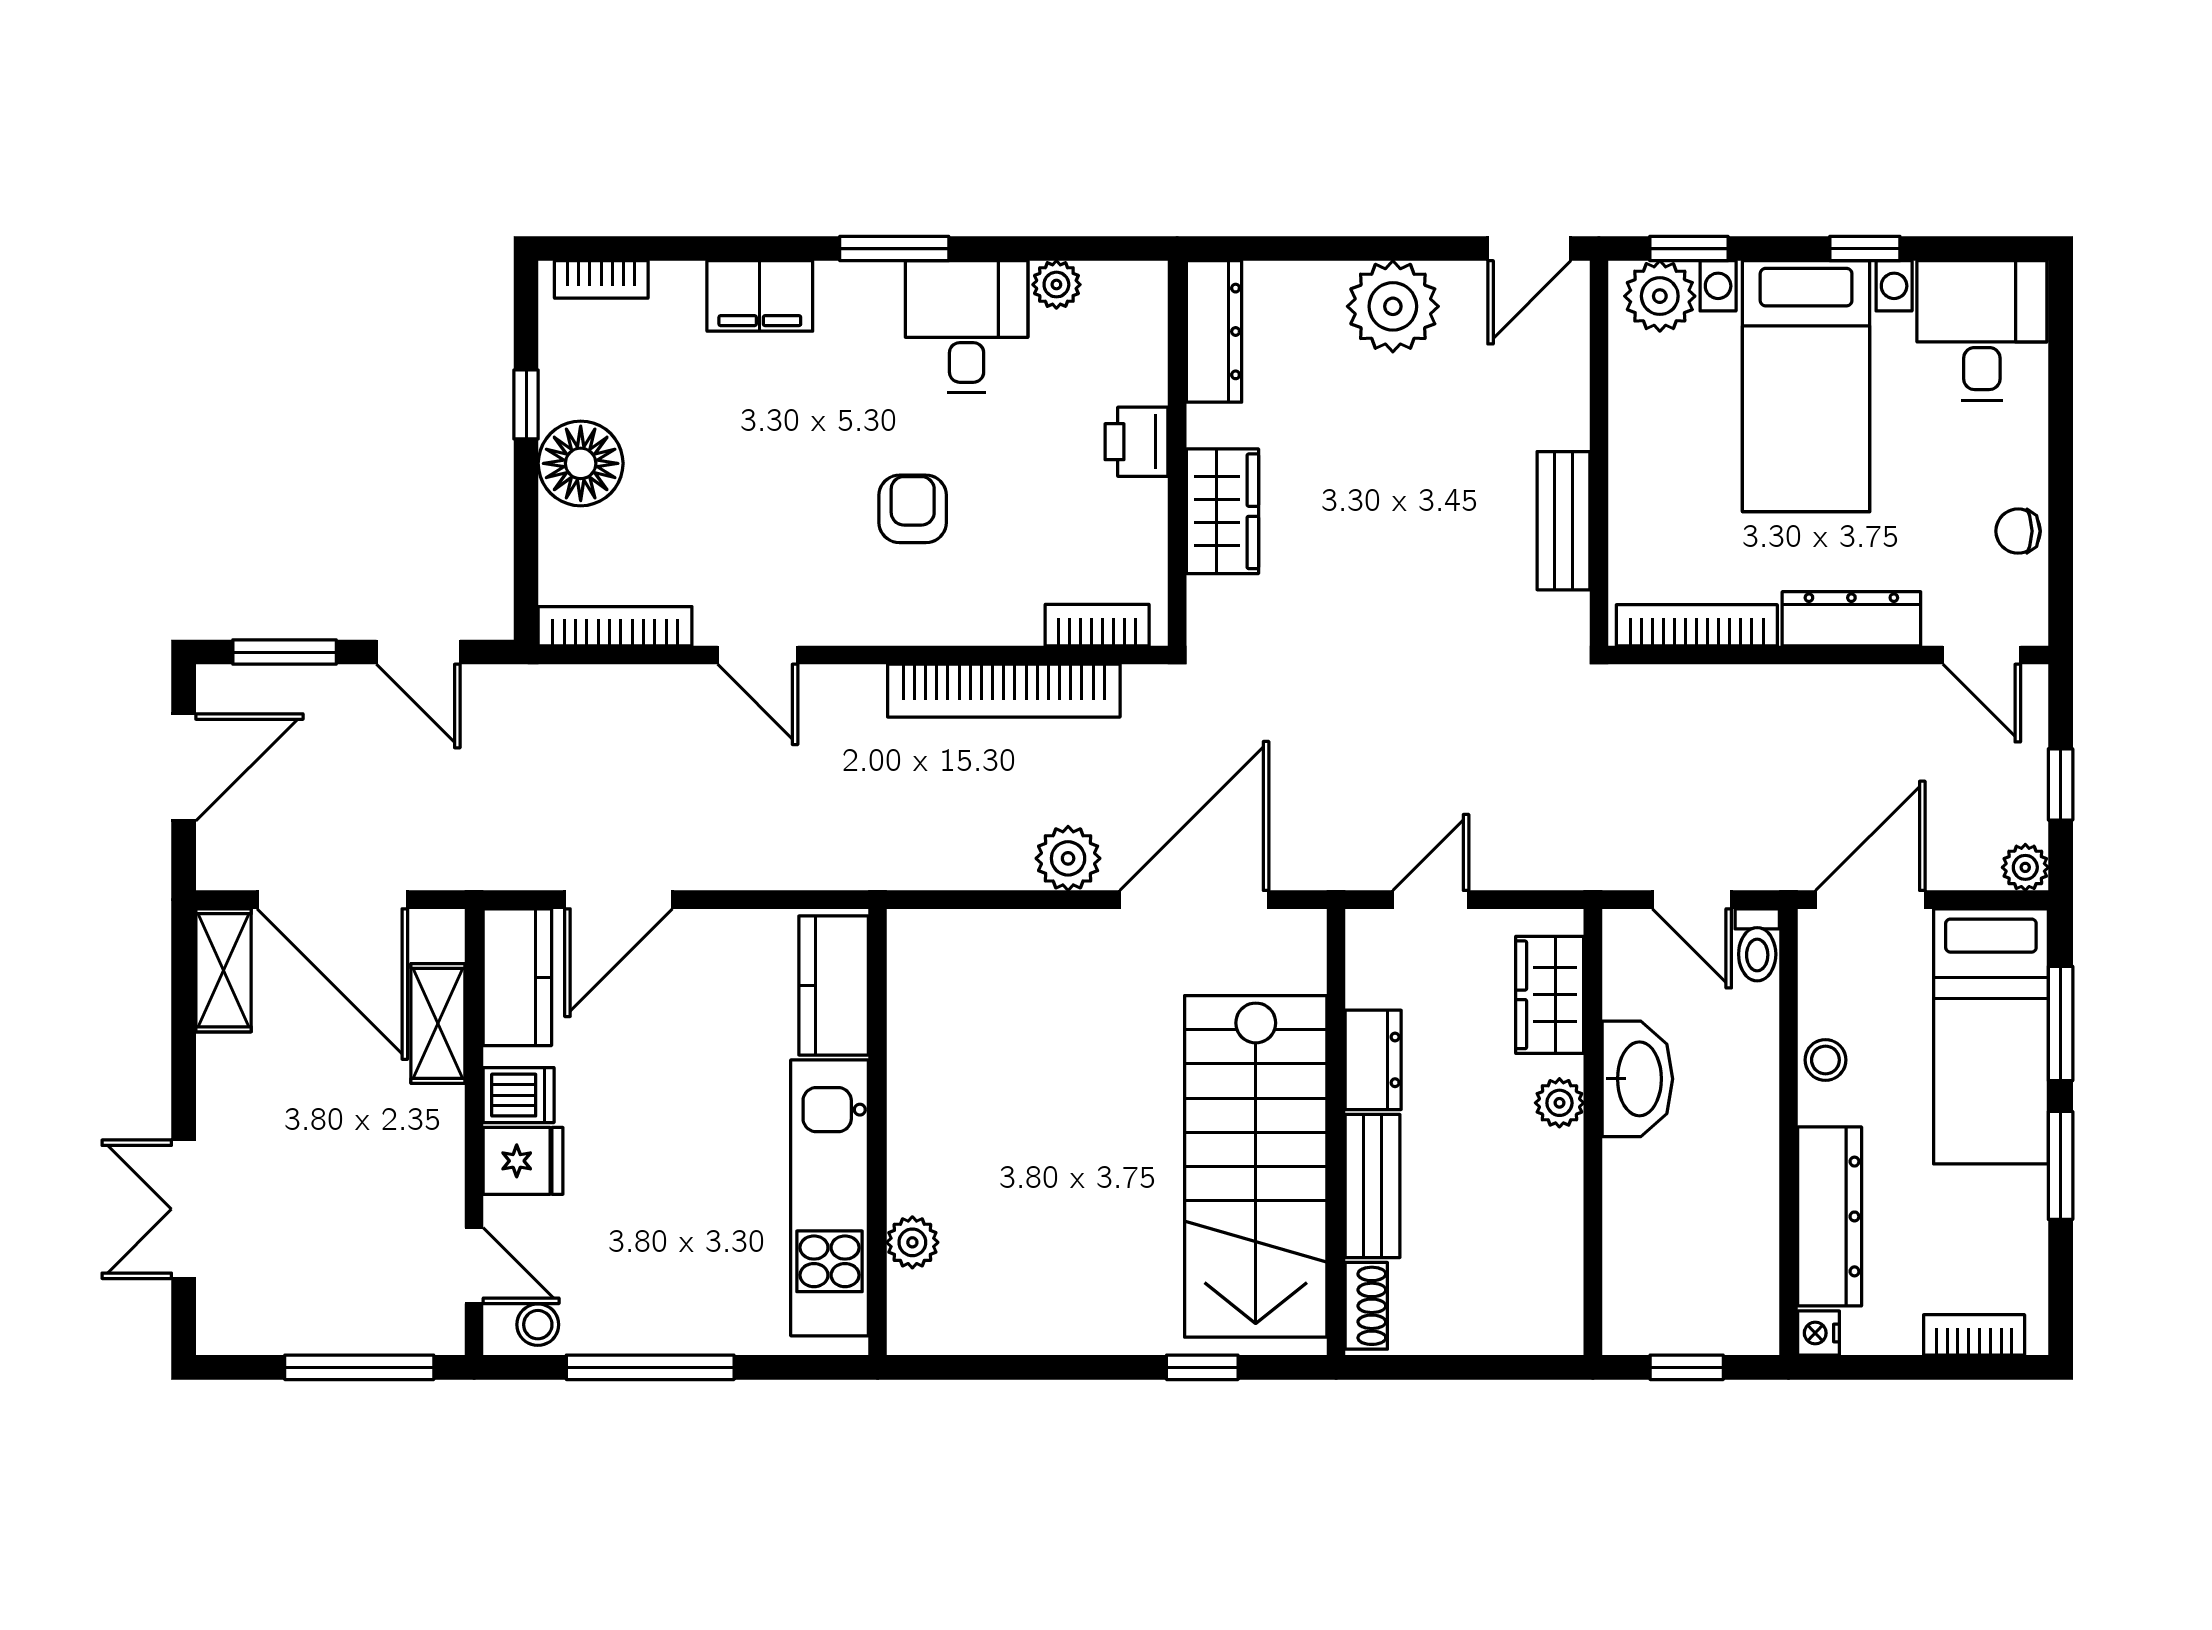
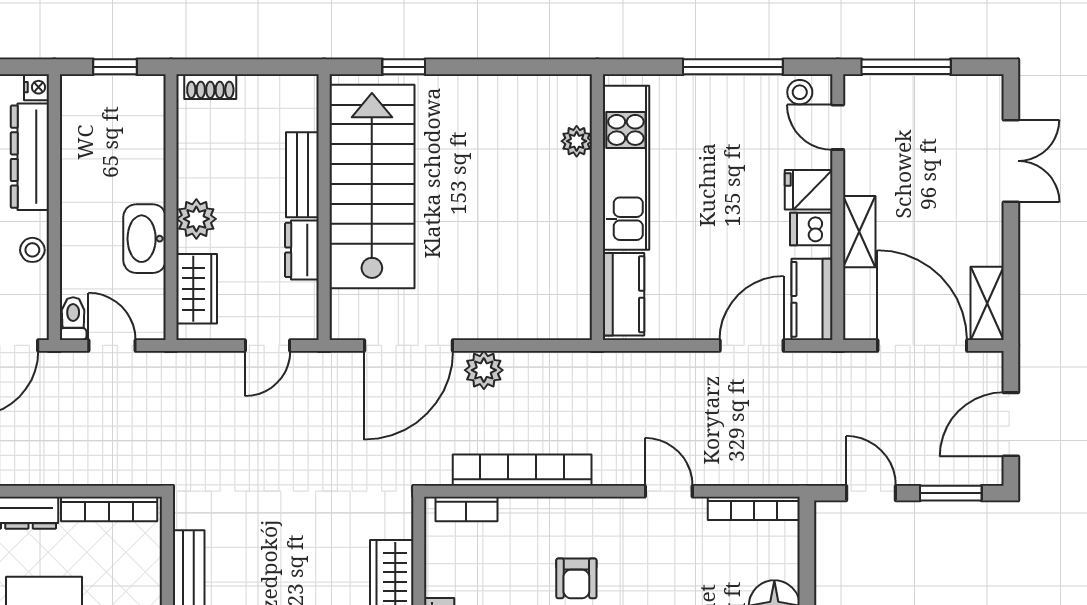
shelving: (438, 1023) -> (859, 232), moved
plant: (1559, 1103) -> (196, 219), width x1.38, depth x1.38
shoe rack: (1366, 1306) -> (210, 87), moved, turned -90

